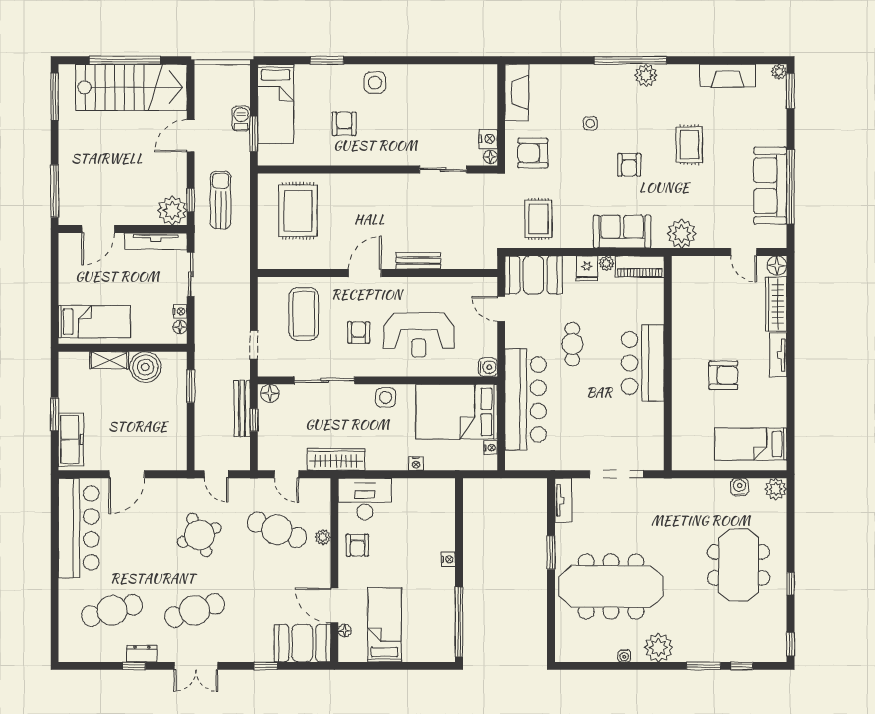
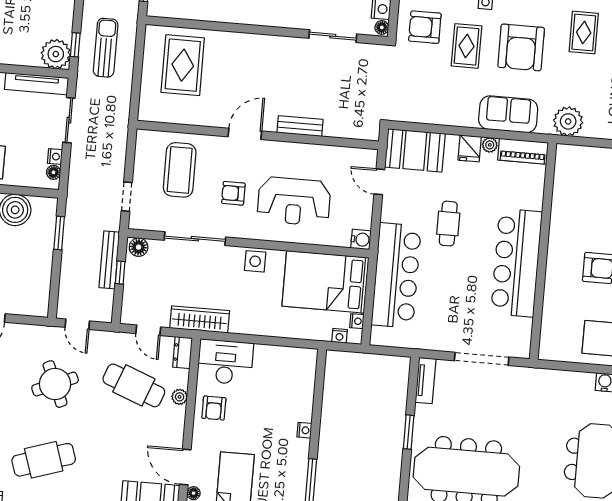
armchair: (629, 165) -> (521, 47), width x1.88, depth x1.88
rug: (538, 219) -> (466, 46), moved
armchair: (359, 332) -> (233, 193), turned -90
bar counter: (643, 363) -> (517, 263), width x1.36
nightstand: (416, 464) -> (340, 336), moved
dresser: (322, 493) -> (183, 353), added

